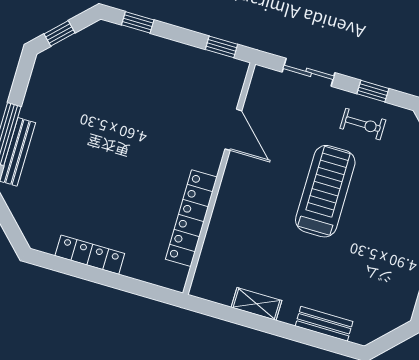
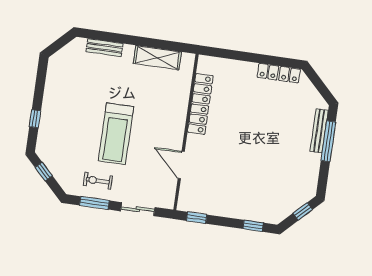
window: (373, 91) -> (94, 203), width x1.50
locker: (90, 255) -> (279, 73), moved
shelving: (256, 304) -> (157, 58), width x1.50, depth x1.33

